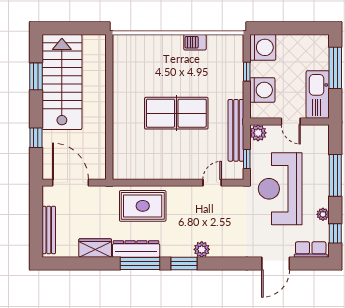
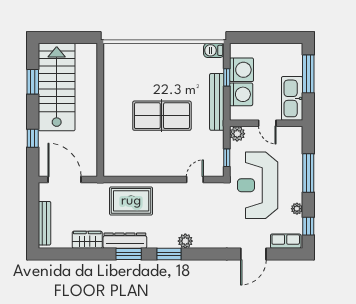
barbecue: (195, 42) -> (214, 50), moved
washing machine: (263, 47) -> (241, 70), moved
bench: (236, 130) -> (217, 102), moved
window: (140, 264) -> (129, 254), width x0.69

